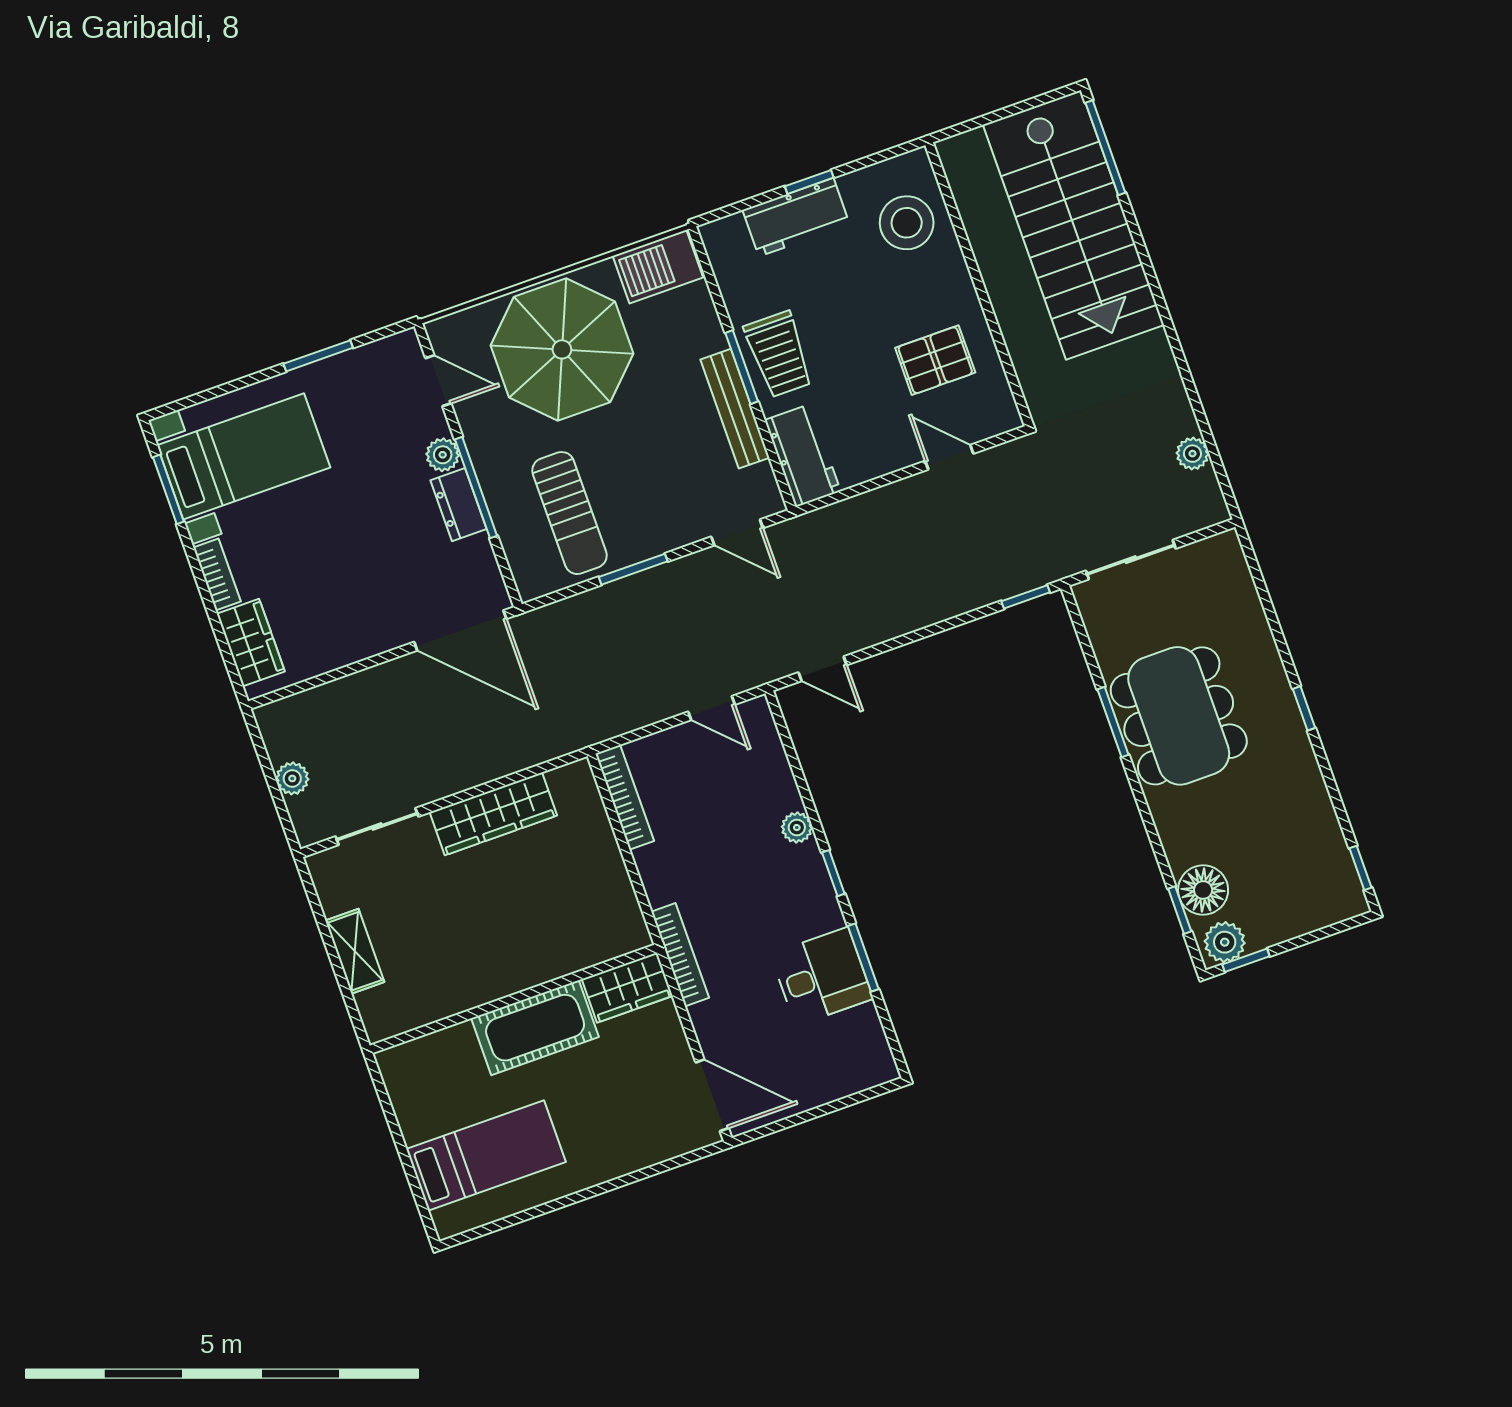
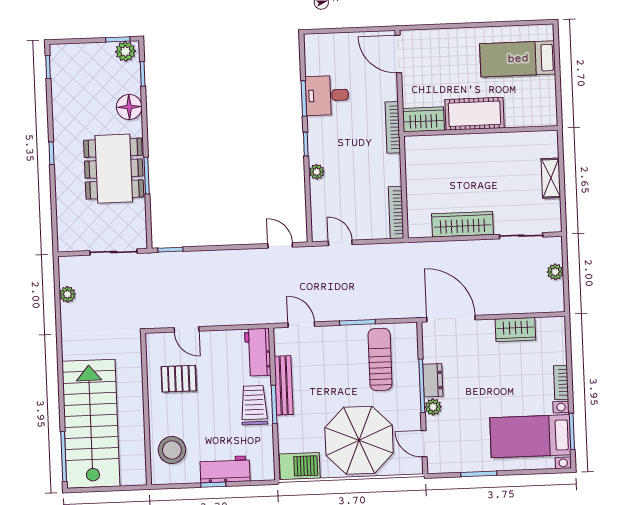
wardrobe: (251, 643) -> (515, 330), moved, turned -90
floor lamp: (1203, 890) -> (129, 107), moved

